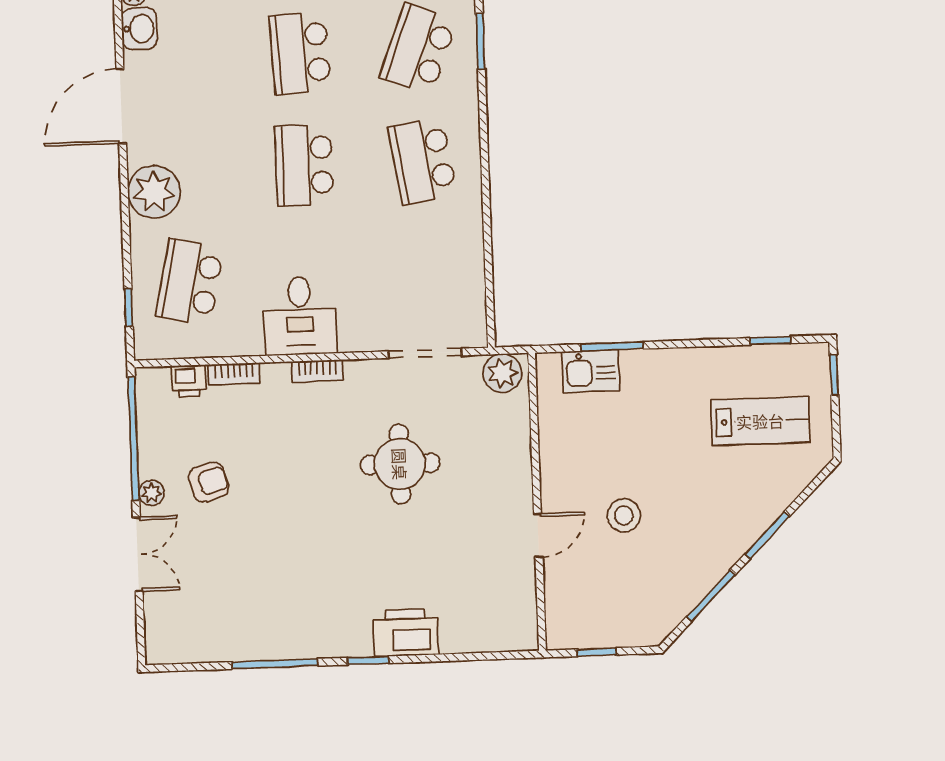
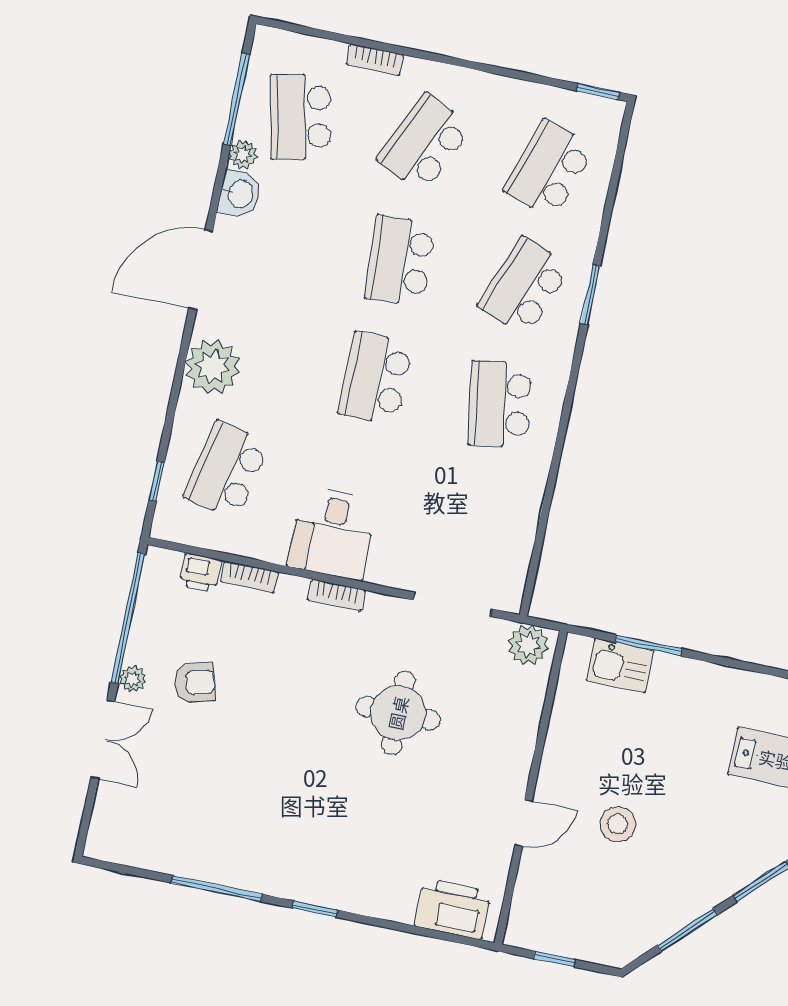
printer: (406, 633) -> (452, 909), moved

